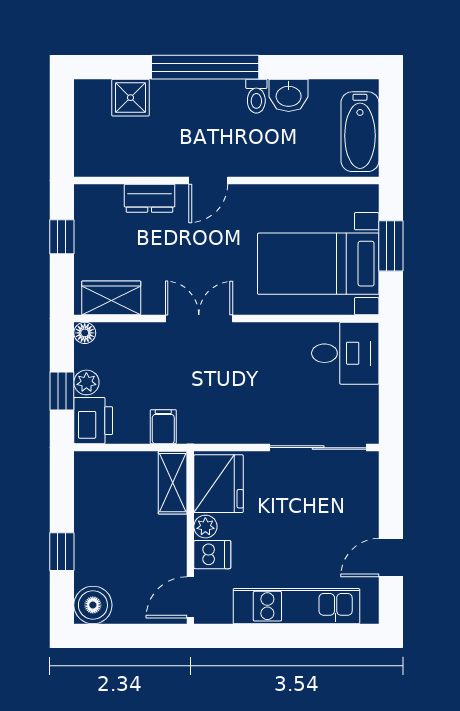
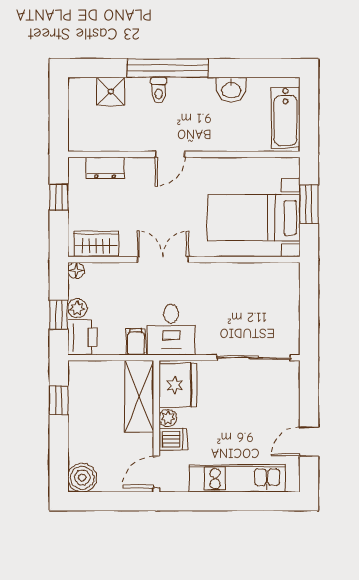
toilet: (256, 96) -> (159, 90), moved
dresser: (150, 198) -> (105, 168), moved
desk: (345, 353) -> (171, 329), moved, turned 90
shelving: (173, 483) -> (139, 397), width x1.50, depth x1.33
window: (62, 552) -> (59, 400), moved

